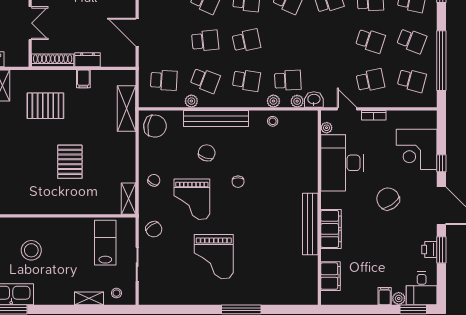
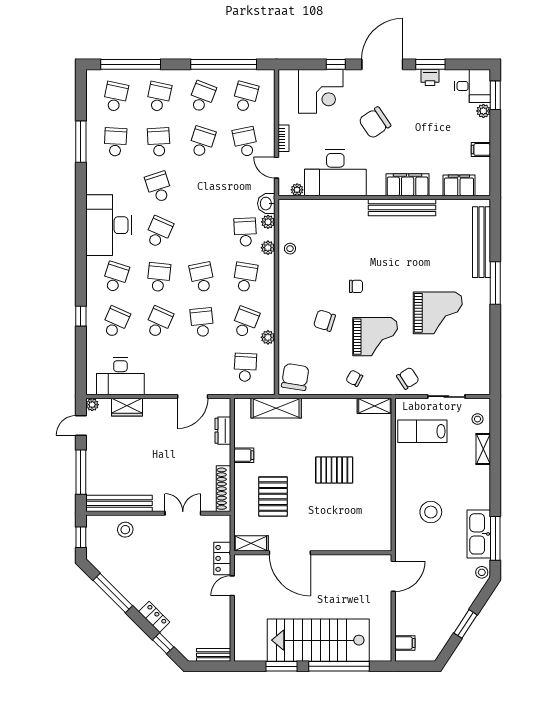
dresser: (88, 60) -> (223, 431), moved
door: (347, 109) -> (277, 168), hinge flipped
bench: (216, 119) -> (482, 242), moved
filing cabinet: (385, 296) -> (481, 149), moved

